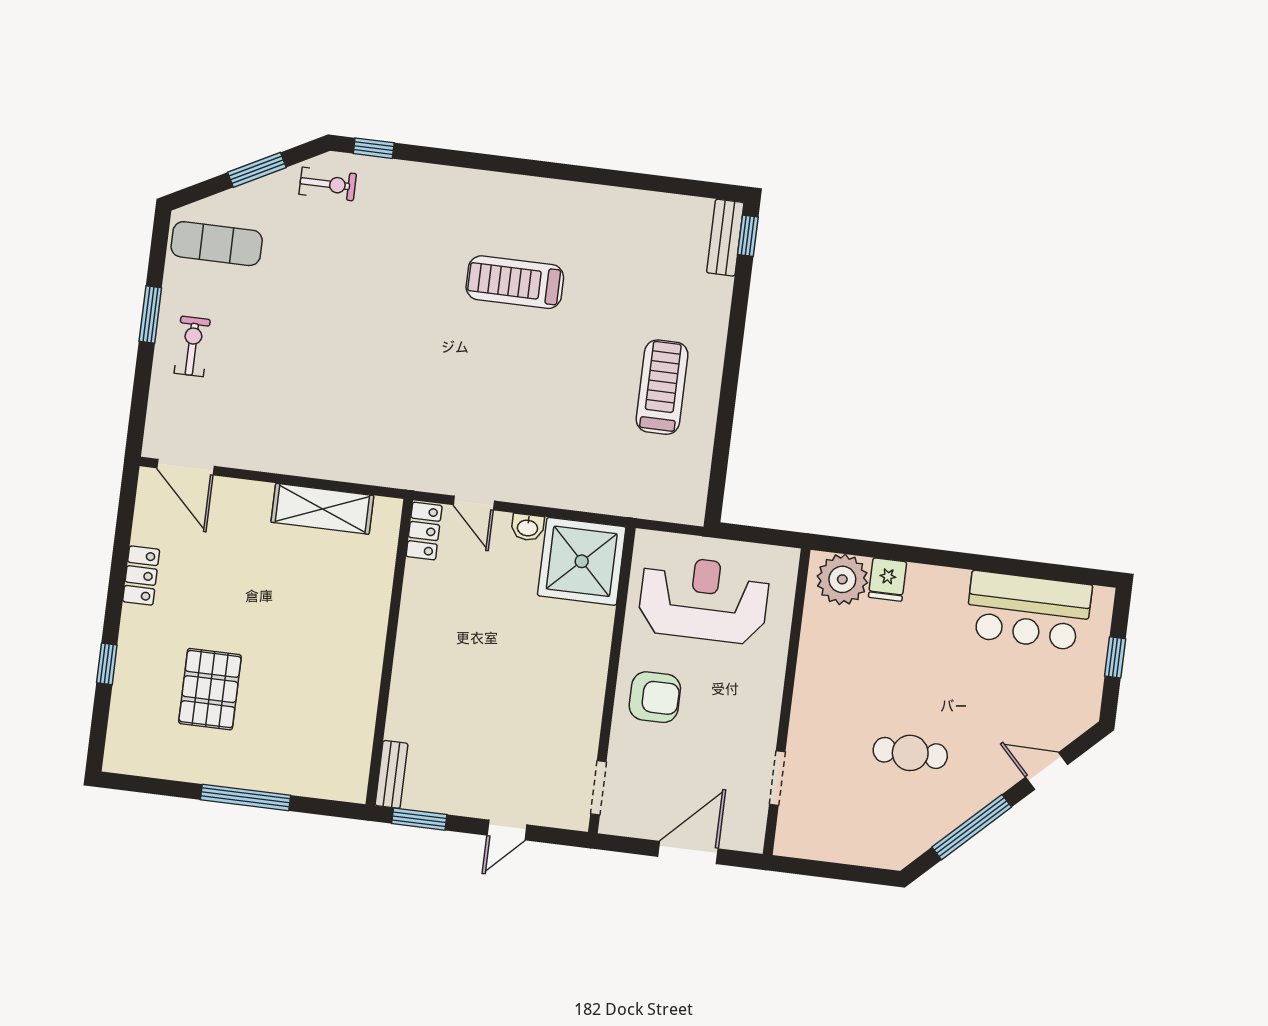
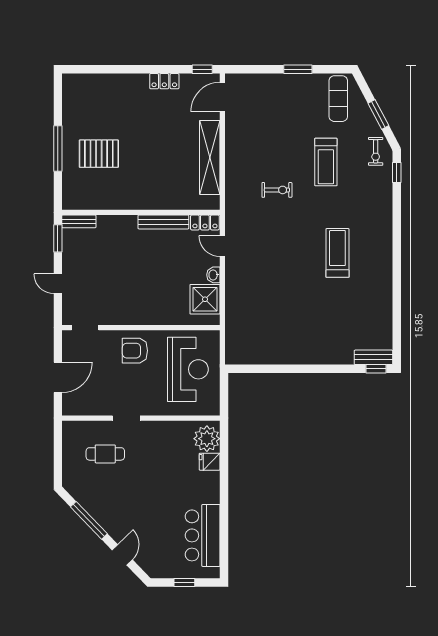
exercise bike: (192, 346) -> (277, 190), moved
treadmill: (662, 387) -> (326, 162), moved, turned 90
door: (474, 503) -> (222, 246), hinge flipped
shelving: (322, 509) -> (210, 157), width x1.47
shower: (582, 561) -> (205, 299), width x0.73, depth x0.73
bench: (413, 611) -> (163, 222), added
window: (107, 664) -> (202, 69), moved
pallet: (210, 689) -> (99, 154), moved
armchair: (655, 697) -> (135, 351), turned 90
cafe table: (910, 753) -> (105, 454), moved, turned 90
doorway: (777, 778) -> (126, 418), moved
door: (688, 853) -> (58, 377), hinge flipped

